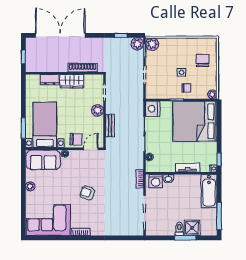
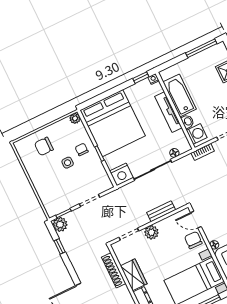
plant: (152, 44) -> (53, 209), removed
tv unit: (188, 168) -> (168, 112), width x1.41
bathtub: (209, 191) -> (180, 96), moved, turned -90

